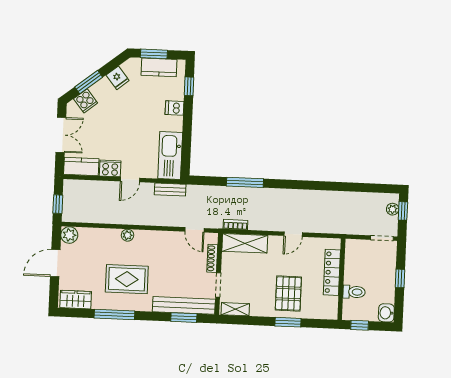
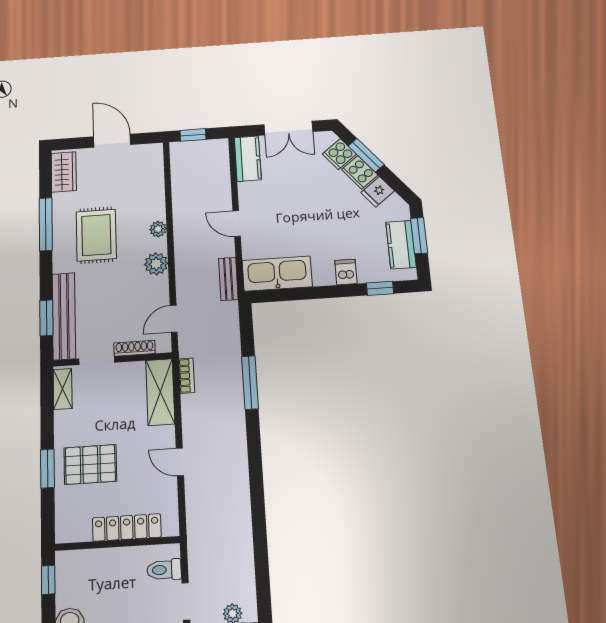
cooker: (110, 168) -> (360, 172), moved, turned 141
plant: (69, 235) -> (156, 264), moved
toilet: (354, 292) -> (164, 570), moved, turned 90

